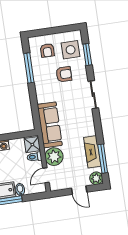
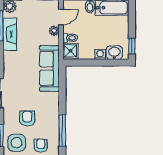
armchair: (64, 74) -> (27, 119), turned 90
plant: (54, 157) -> (54, 31), width x0.53, depth x0.53

